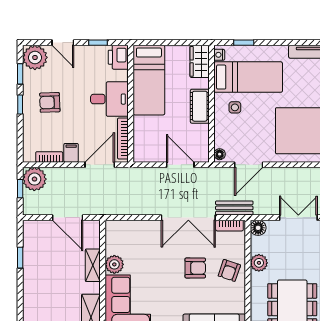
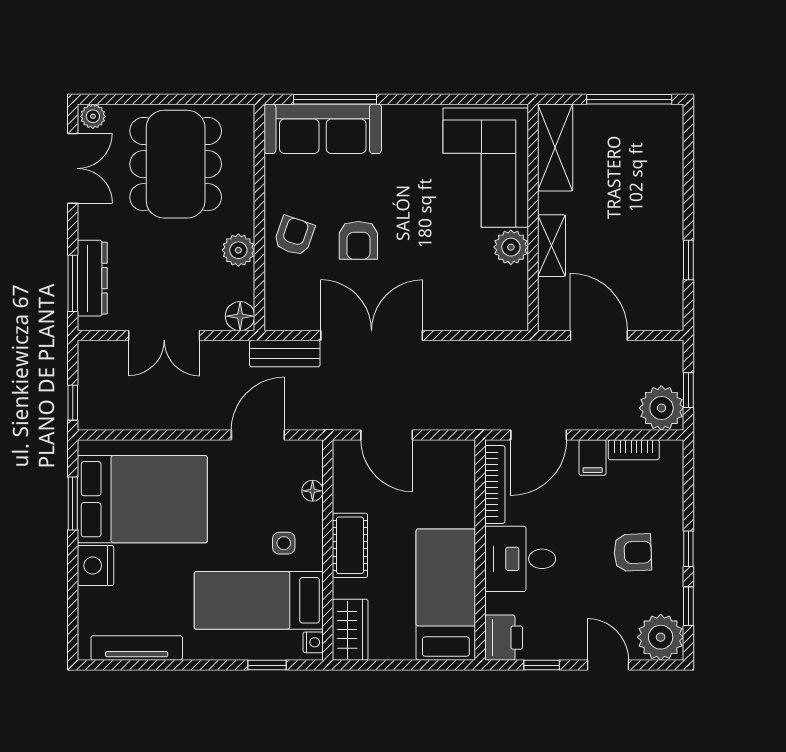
floor lamp: (220, 154) -> (313, 491), moved
bookcase: (229, 226) -> (294, 320), removed
armchair: (195, 268) -> (358, 240), turned -90

